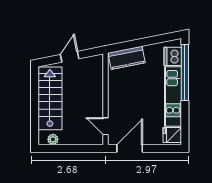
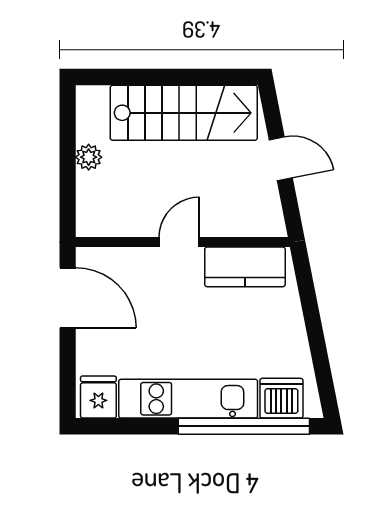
kitchen counter: (127, 58) -> (245, 267), moved, turned -79
door: (106, 126) -> (179, 242), moved
plant: (53, 139) -> (89, 157), moved

